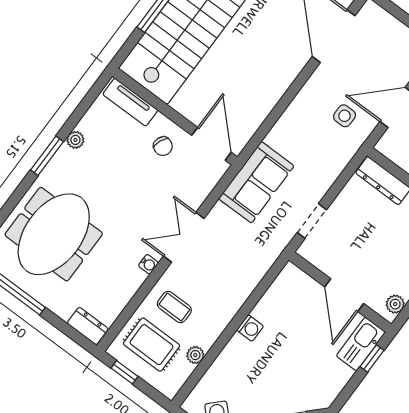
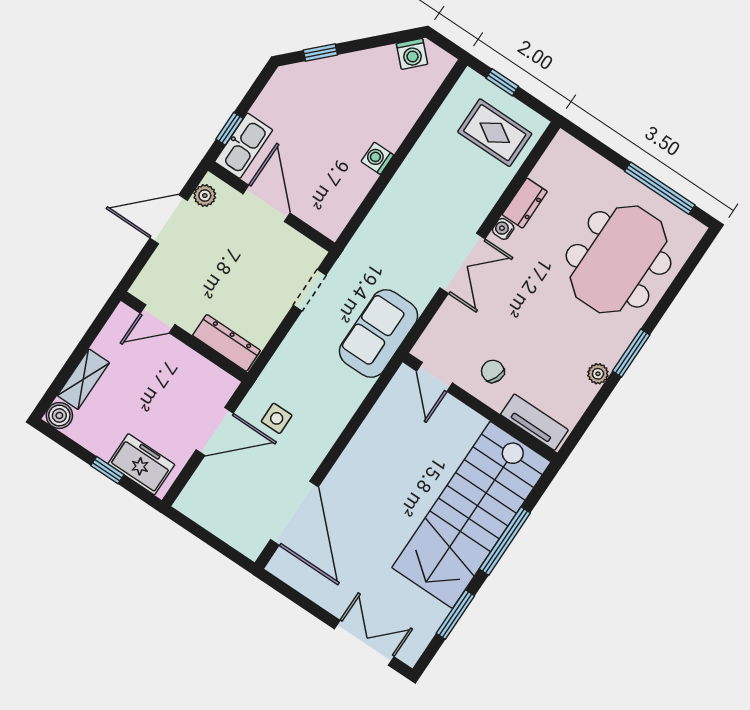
door: (211, 144) -> (435, 377), width x0.73
coffee table: (174, 307) -> (469, 179), removed
dresser: (88, 326) -> (525, 203), moved, turned -90
plant: (195, 355) -> (442, 123), removed
window: (124, 372) -> (502, 82), moved

